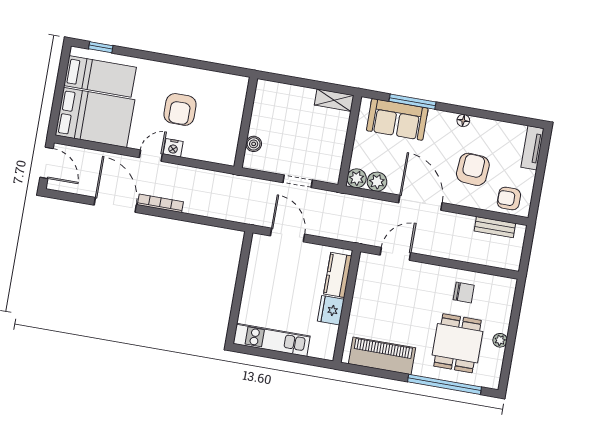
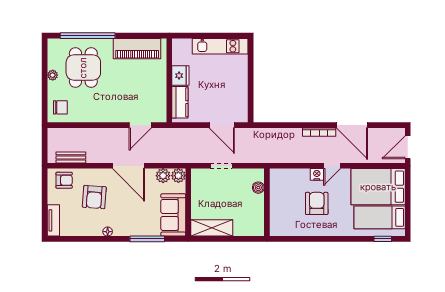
shelving: (334, 100) -> (212, 228), width x1.50, depth x1.33
sofa: (397, 119) -> (173, 215), moved, turned -90
door: (47, 163) -> (408, 147), hinge flipped
chair: (464, 292) -> (60, 107), moved, turned 180

